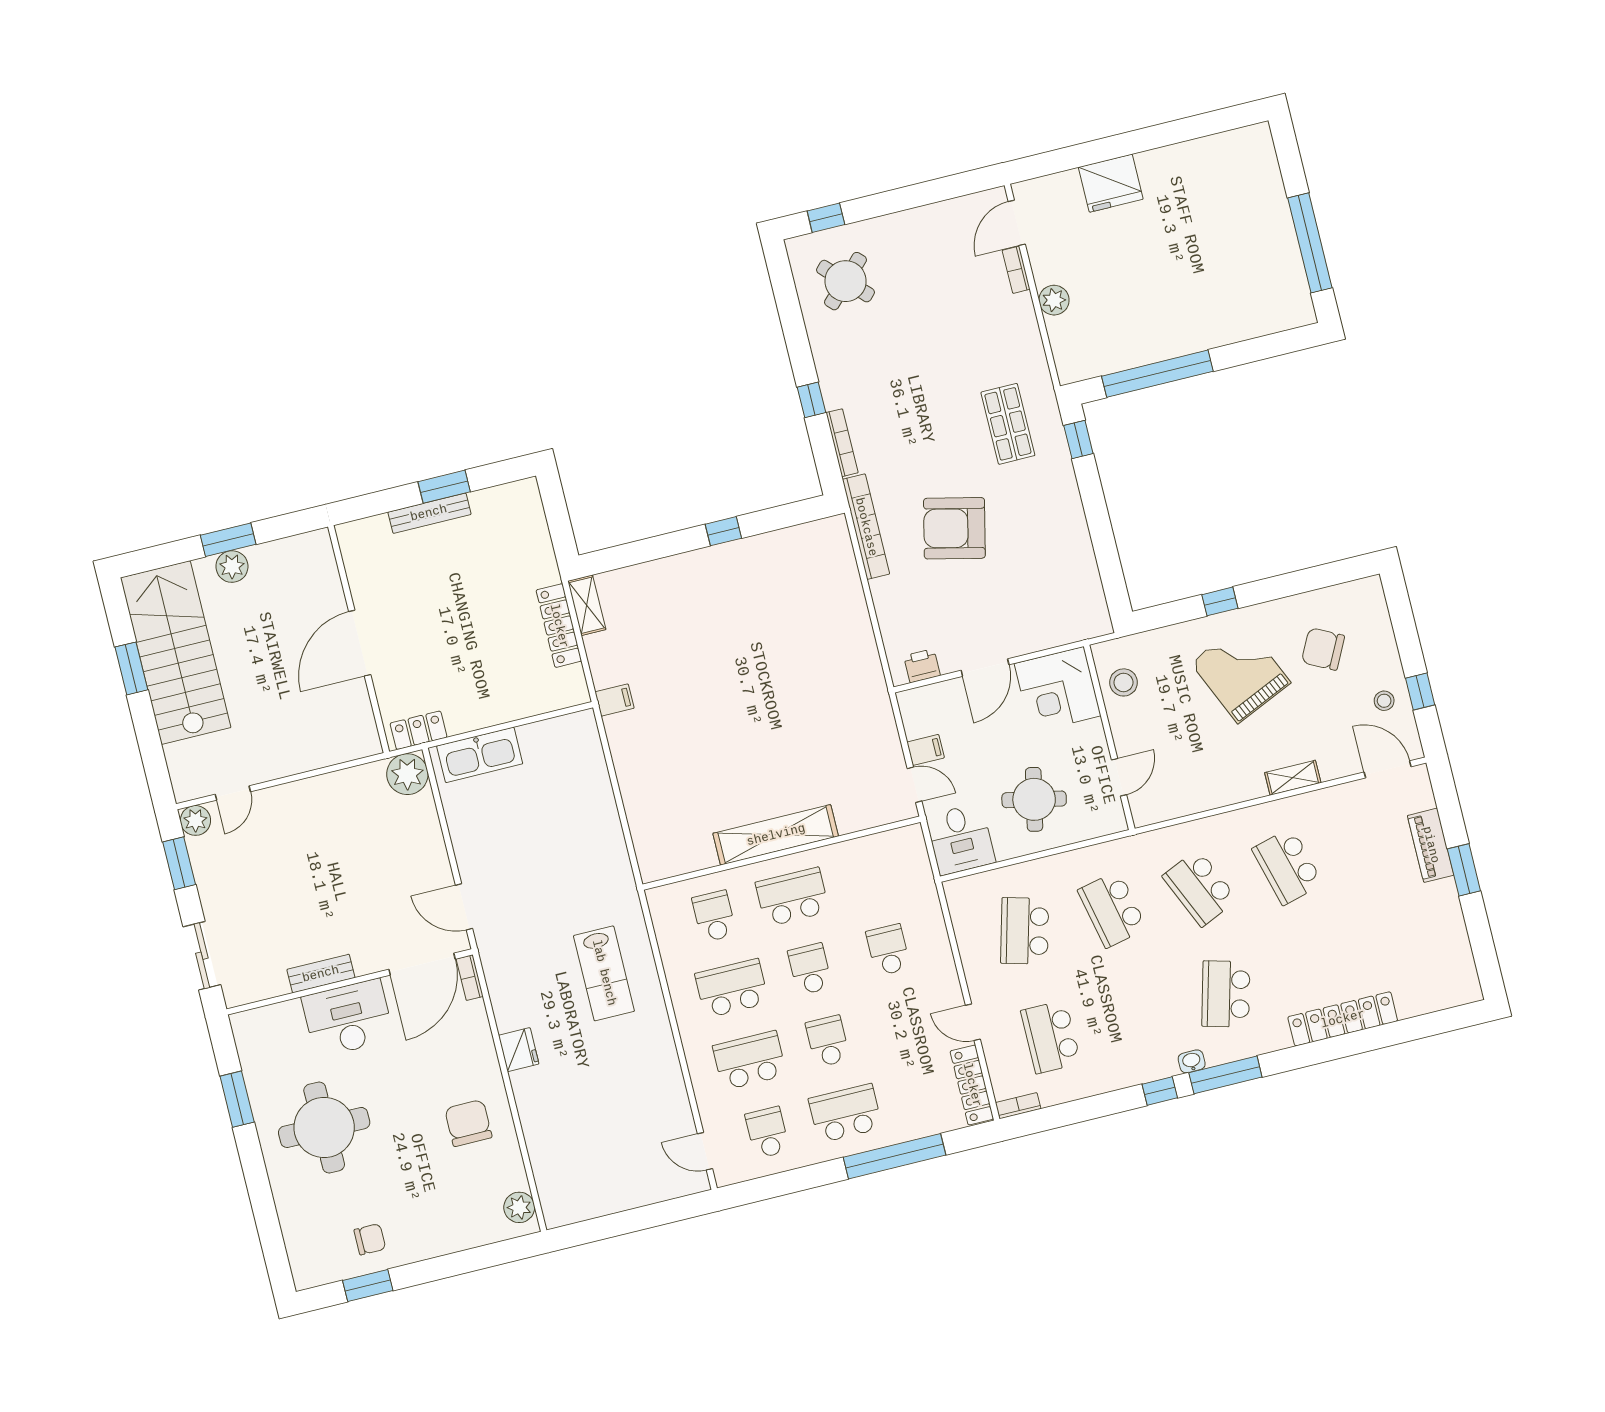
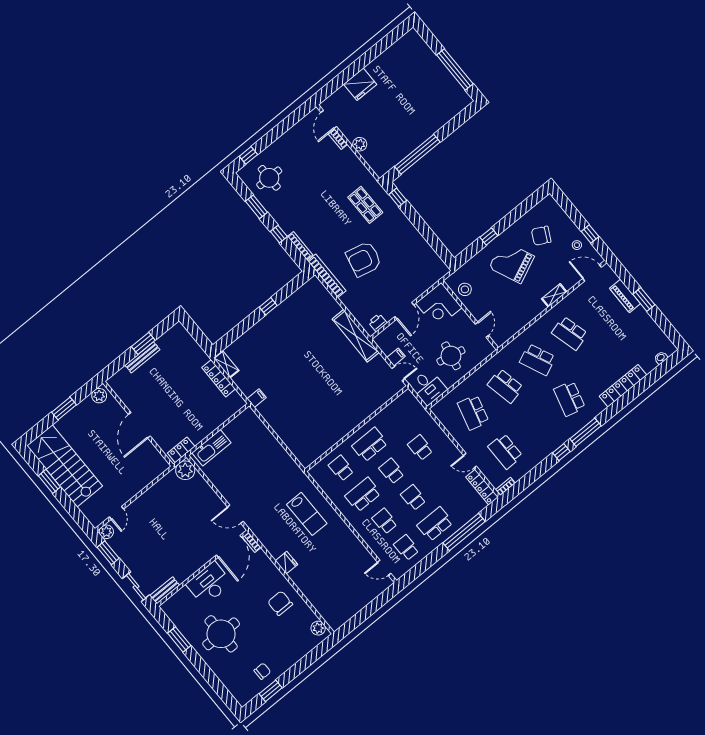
round table: (846, 281) -> (269, 178), turned 45
window: (793, 326) -> (256, 207), added
plant: (232, 567) -> (99, 396), moved
shelving: (776, 835) -> (356, 336), moved, turned 90
bench: (321, 974) -> (165, 590), moved
school desk: (750, 1060) -> (385, 521), width x0.54
washbasin: (1192, 1061) -> (661, 358), moved

